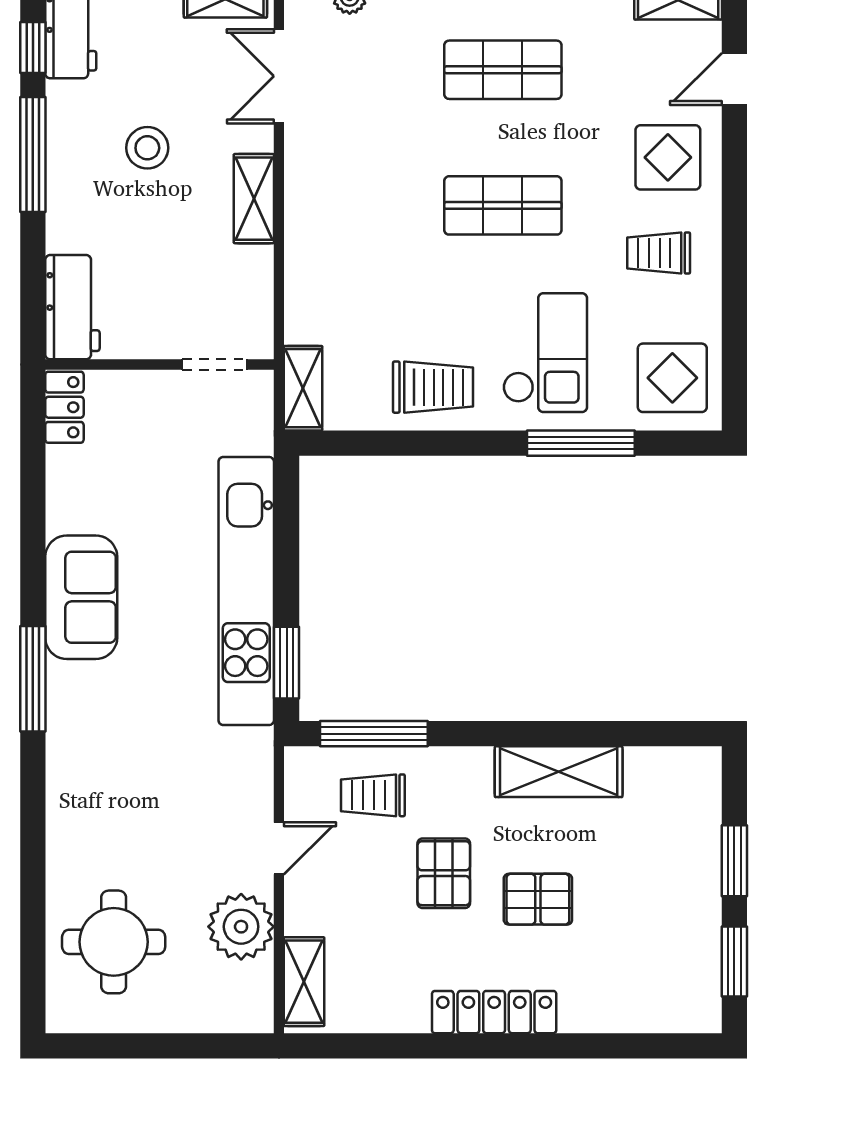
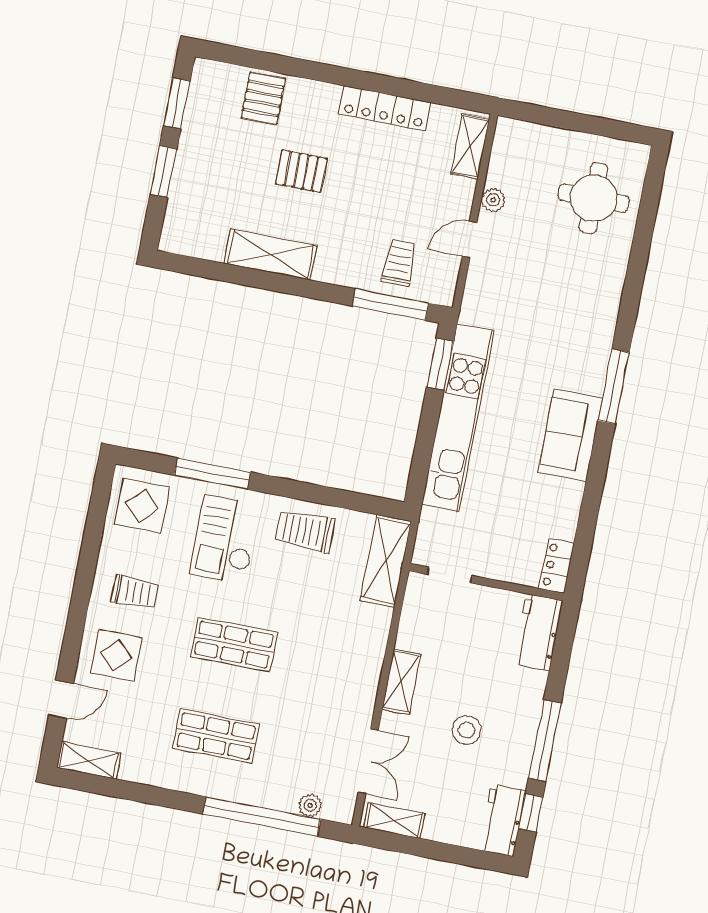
shelving: (303, 388) -> (386, 561), width x1.50, depth x1.33
trolley: (373, 795) -> (399, 263), turned -90
pallet: (444, 873) -> (263, 98), moved
plant: (241, 927) -> (493, 200), width x0.53, depth x0.53
locker: (494, 1012) -> (385, 108), moved

